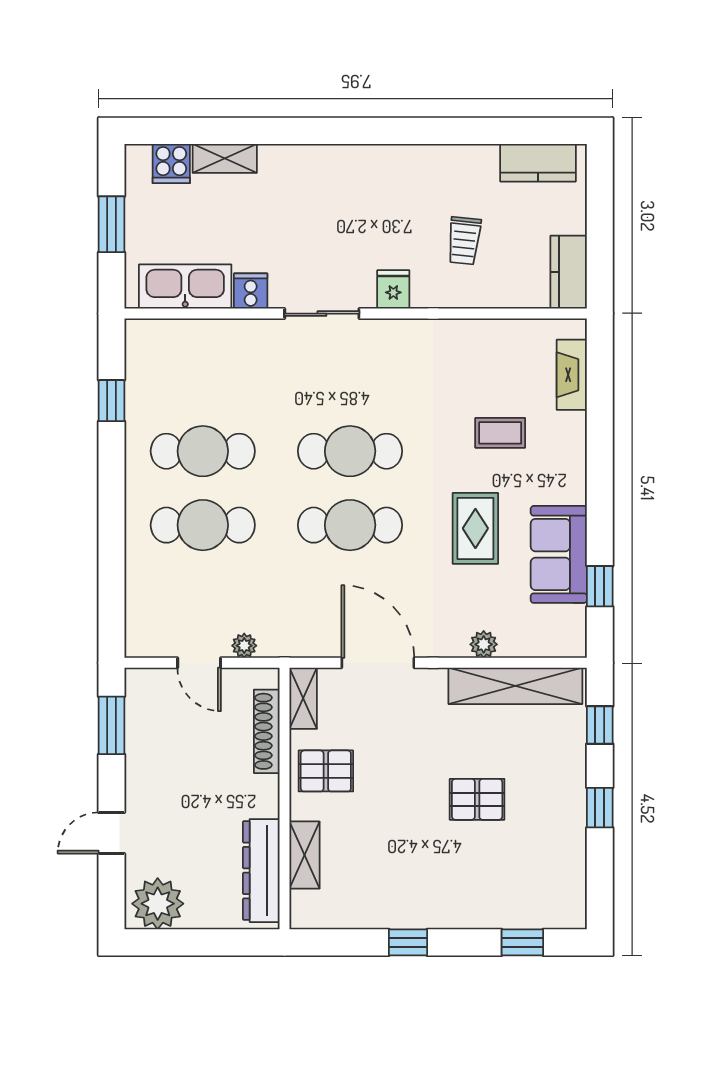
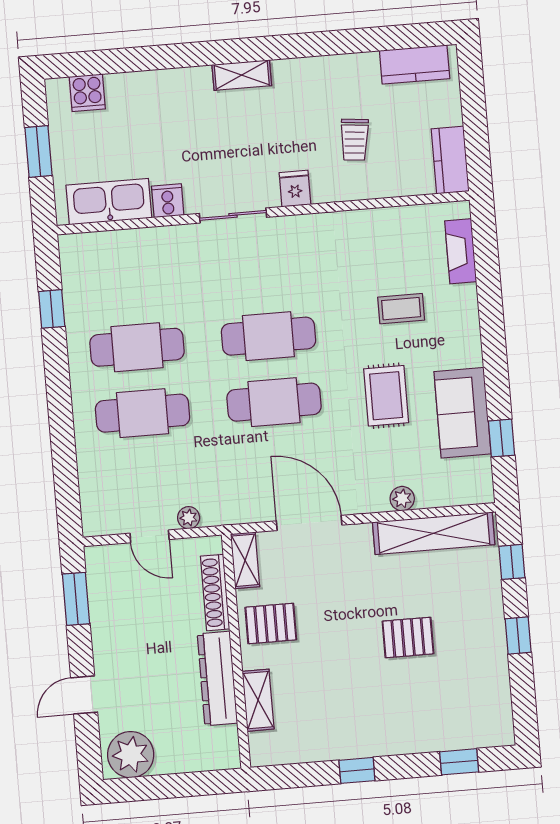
shelving: (225, 158) -> (242, 75), moved
dresser: (261, 871) -> (217, 679), moved

